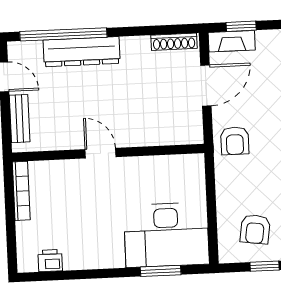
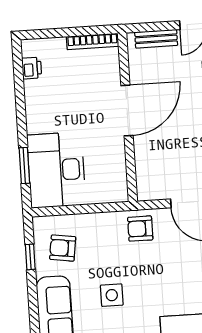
door: (100, 153) -> (127, 111), width x1.88

